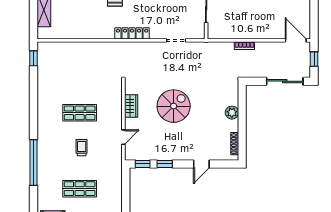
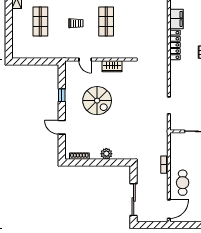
cafe table: (265, 25) -> (183, 183), added
filing cabinet: (77, 32) -> (177, 19), added
locker: (132, 33) -> (175, 45), moved
window: (314, 59) -> (153, 225), removed
spiral stairs: (174, 106) -> (97, 101), moved
window: (143, 164) -> (62, 76), removed

